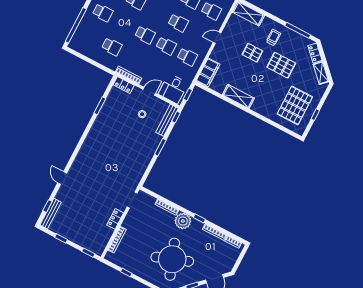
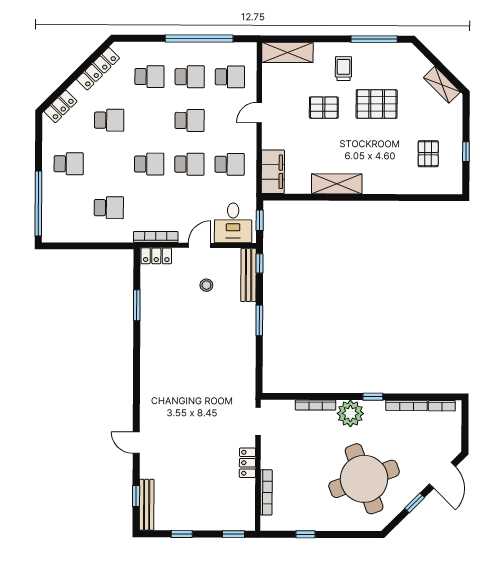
locker: (315, 53) -> (418, 60), removed
pallet: (295, 105) -> (428, 154), width x0.49, depth x0.50

